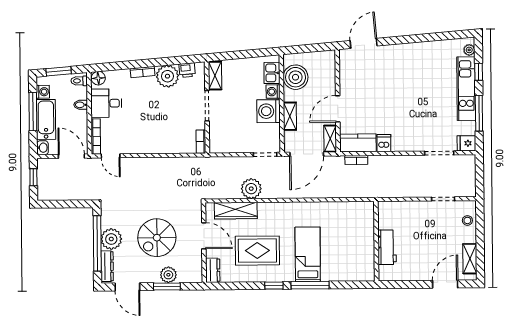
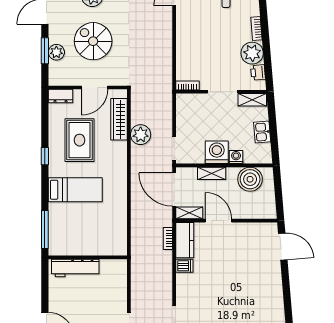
kitchen sink: (272, 73) -> (262, 132), moved, turned -95
workbench: (387, 247) -> (75, 268), width x1.37
window: (310, 285) -> (45, 229), moved

